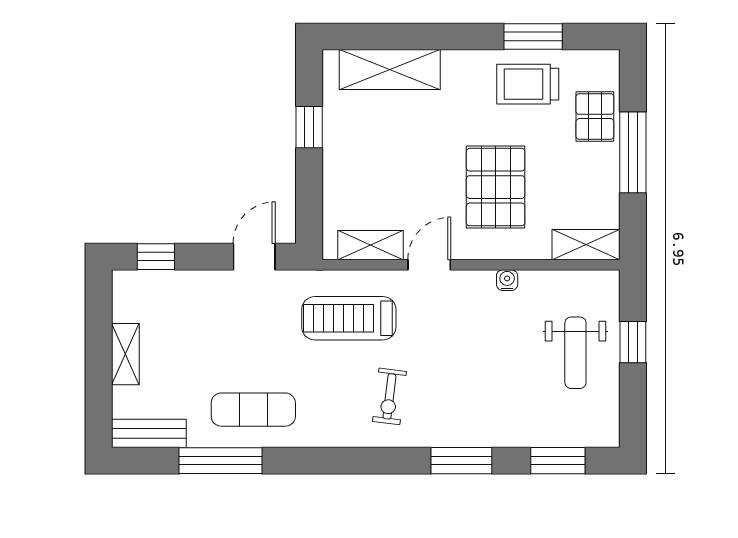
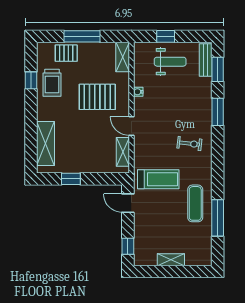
window: (533, 36) -> (31, 80), width x0.67
treadmill: (349, 318) -> (158, 179), moved, turned -90
bench: (149, 433) -> (206, 60), moved

